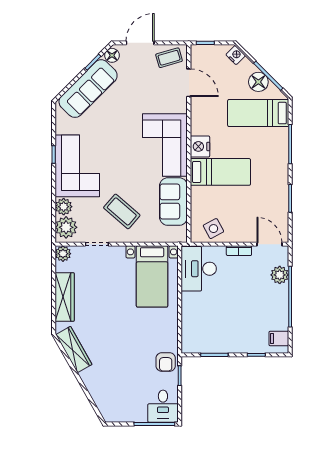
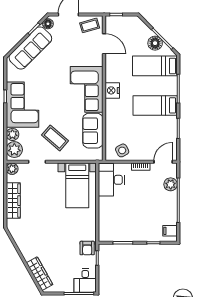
nightstand: (236, 55) -> (138, 24), removed
bed: (220, 172) -> (155, 105), moved, turned 180
door: (269, 244) -> (163, 162), hinge flipped
wardrobe: (74, 349) -> (40, 274), moved

